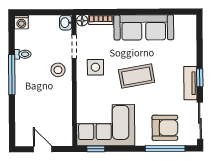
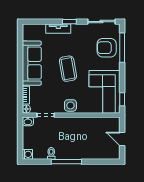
side table: (95, 67) -> (70, 105), moved
stool: (58, 70) -> (63, 127), removed
tv unit: (190, 83) -> (58, 29), moved
armchair: (165, 128) -> (107, 48), turned -90
door: (43, 149) -> (122, 139), hinge flipped

